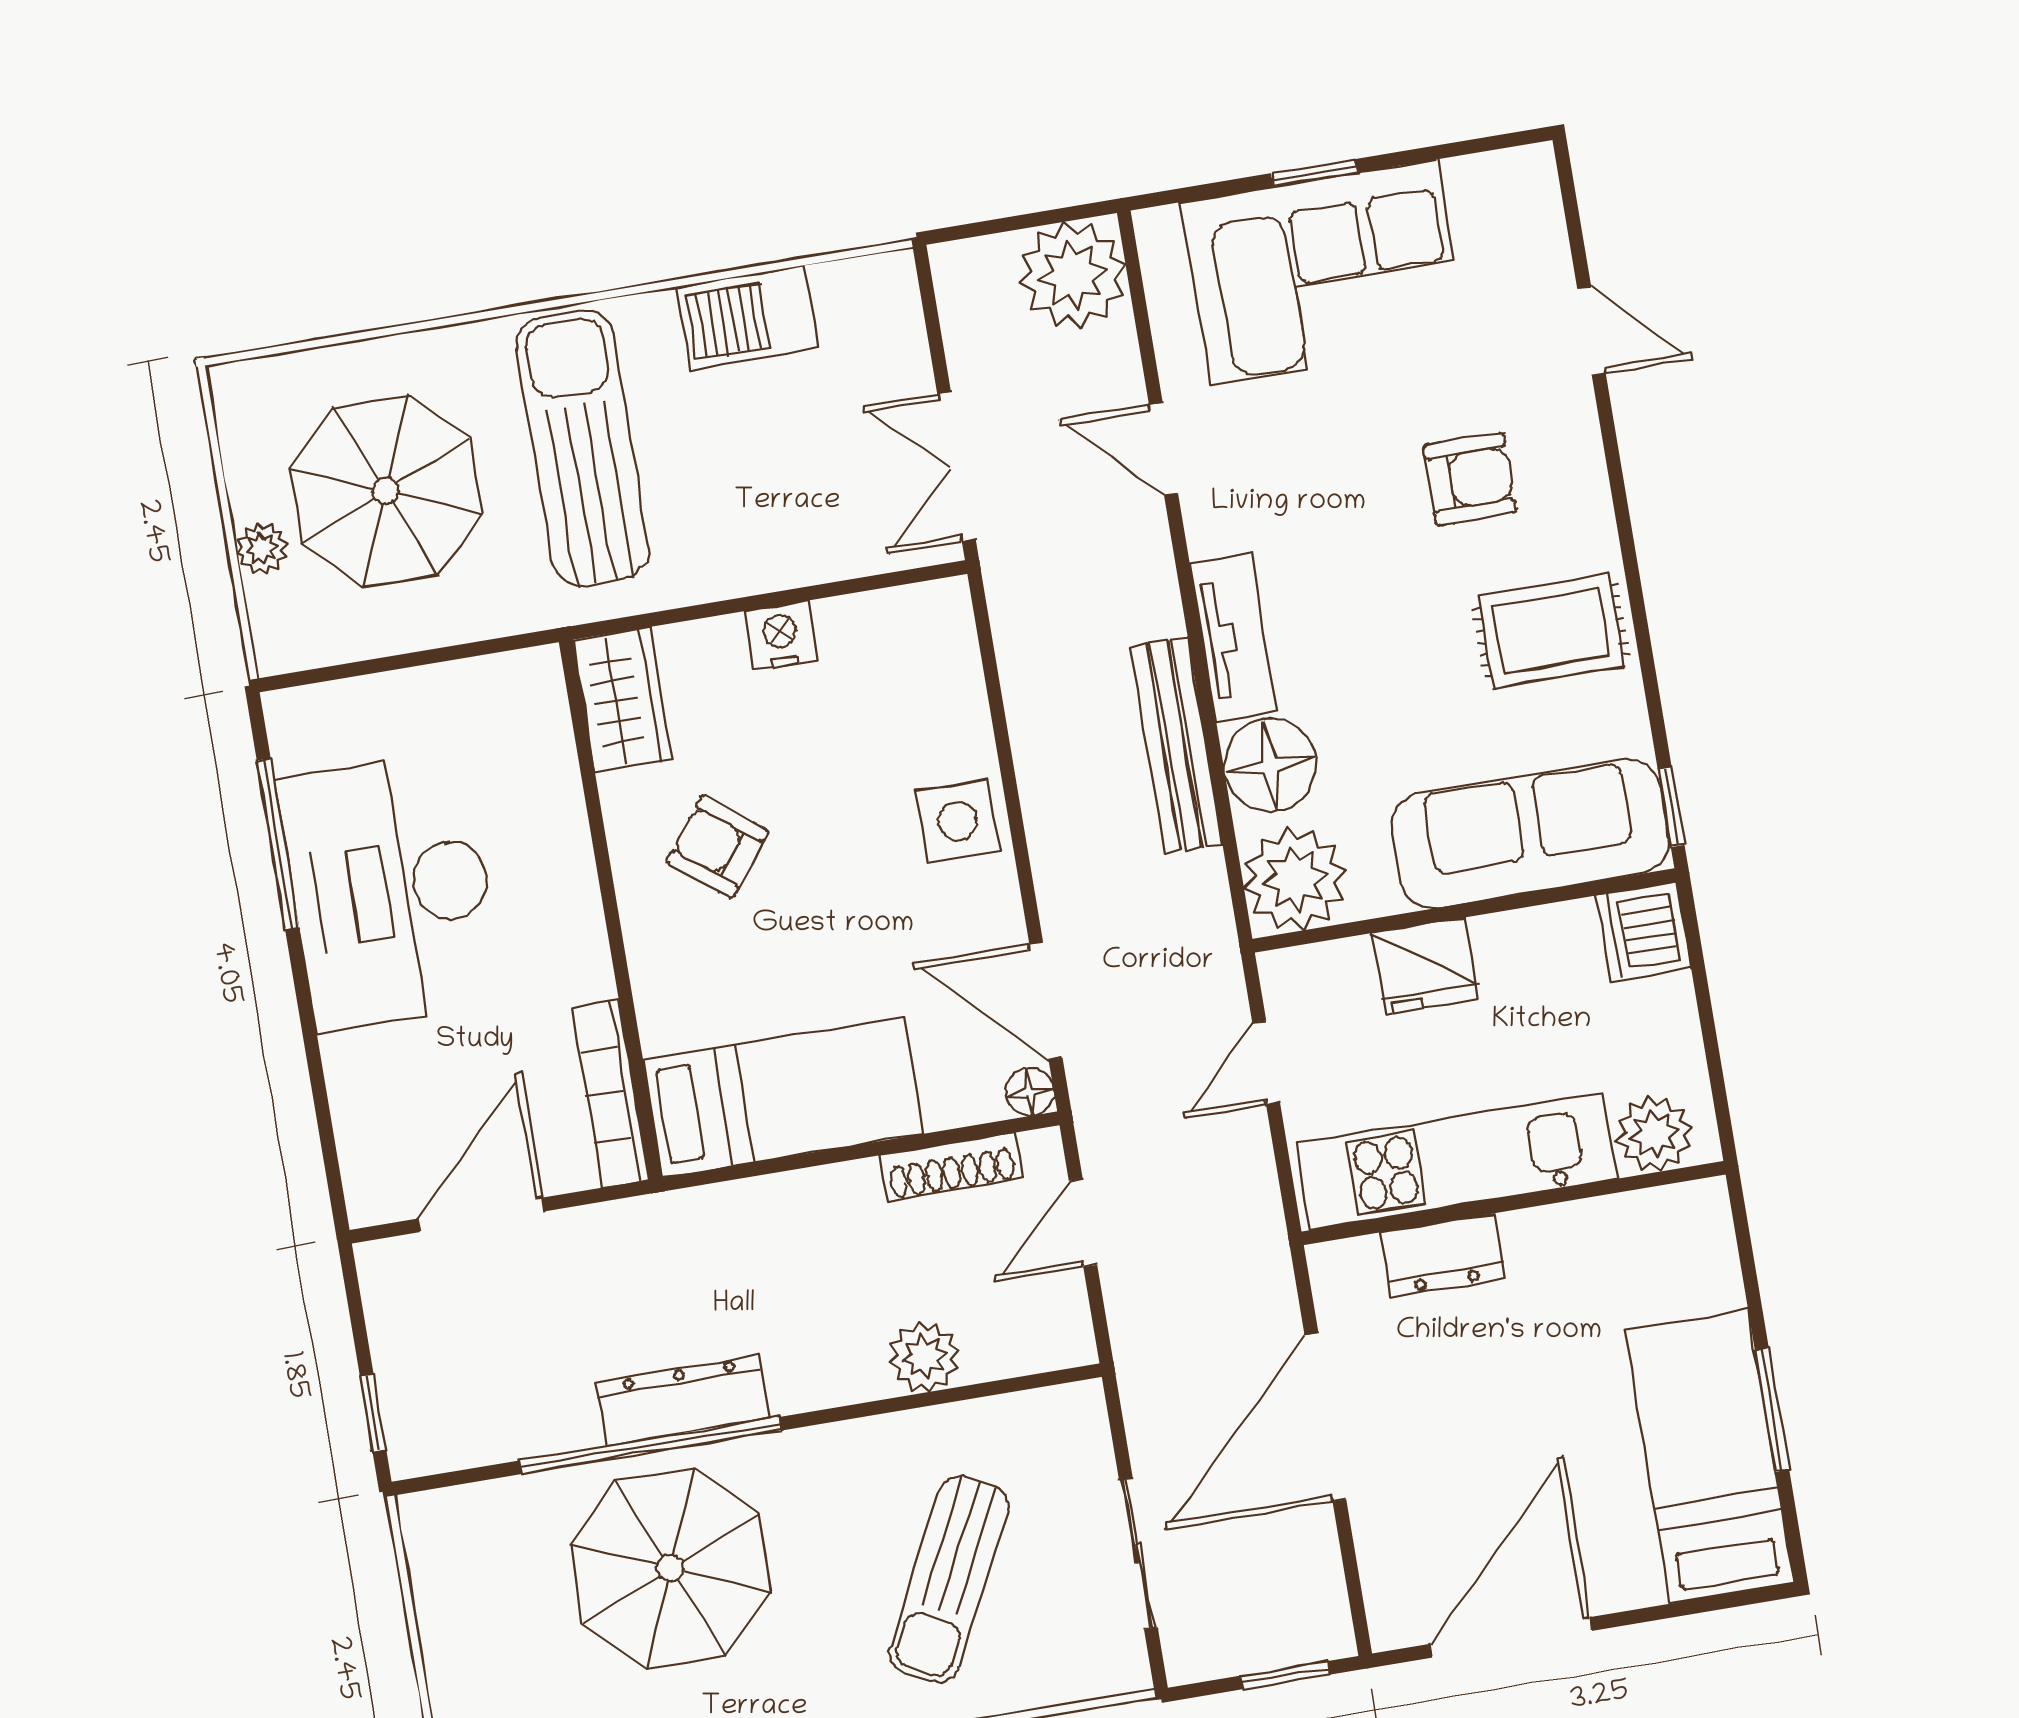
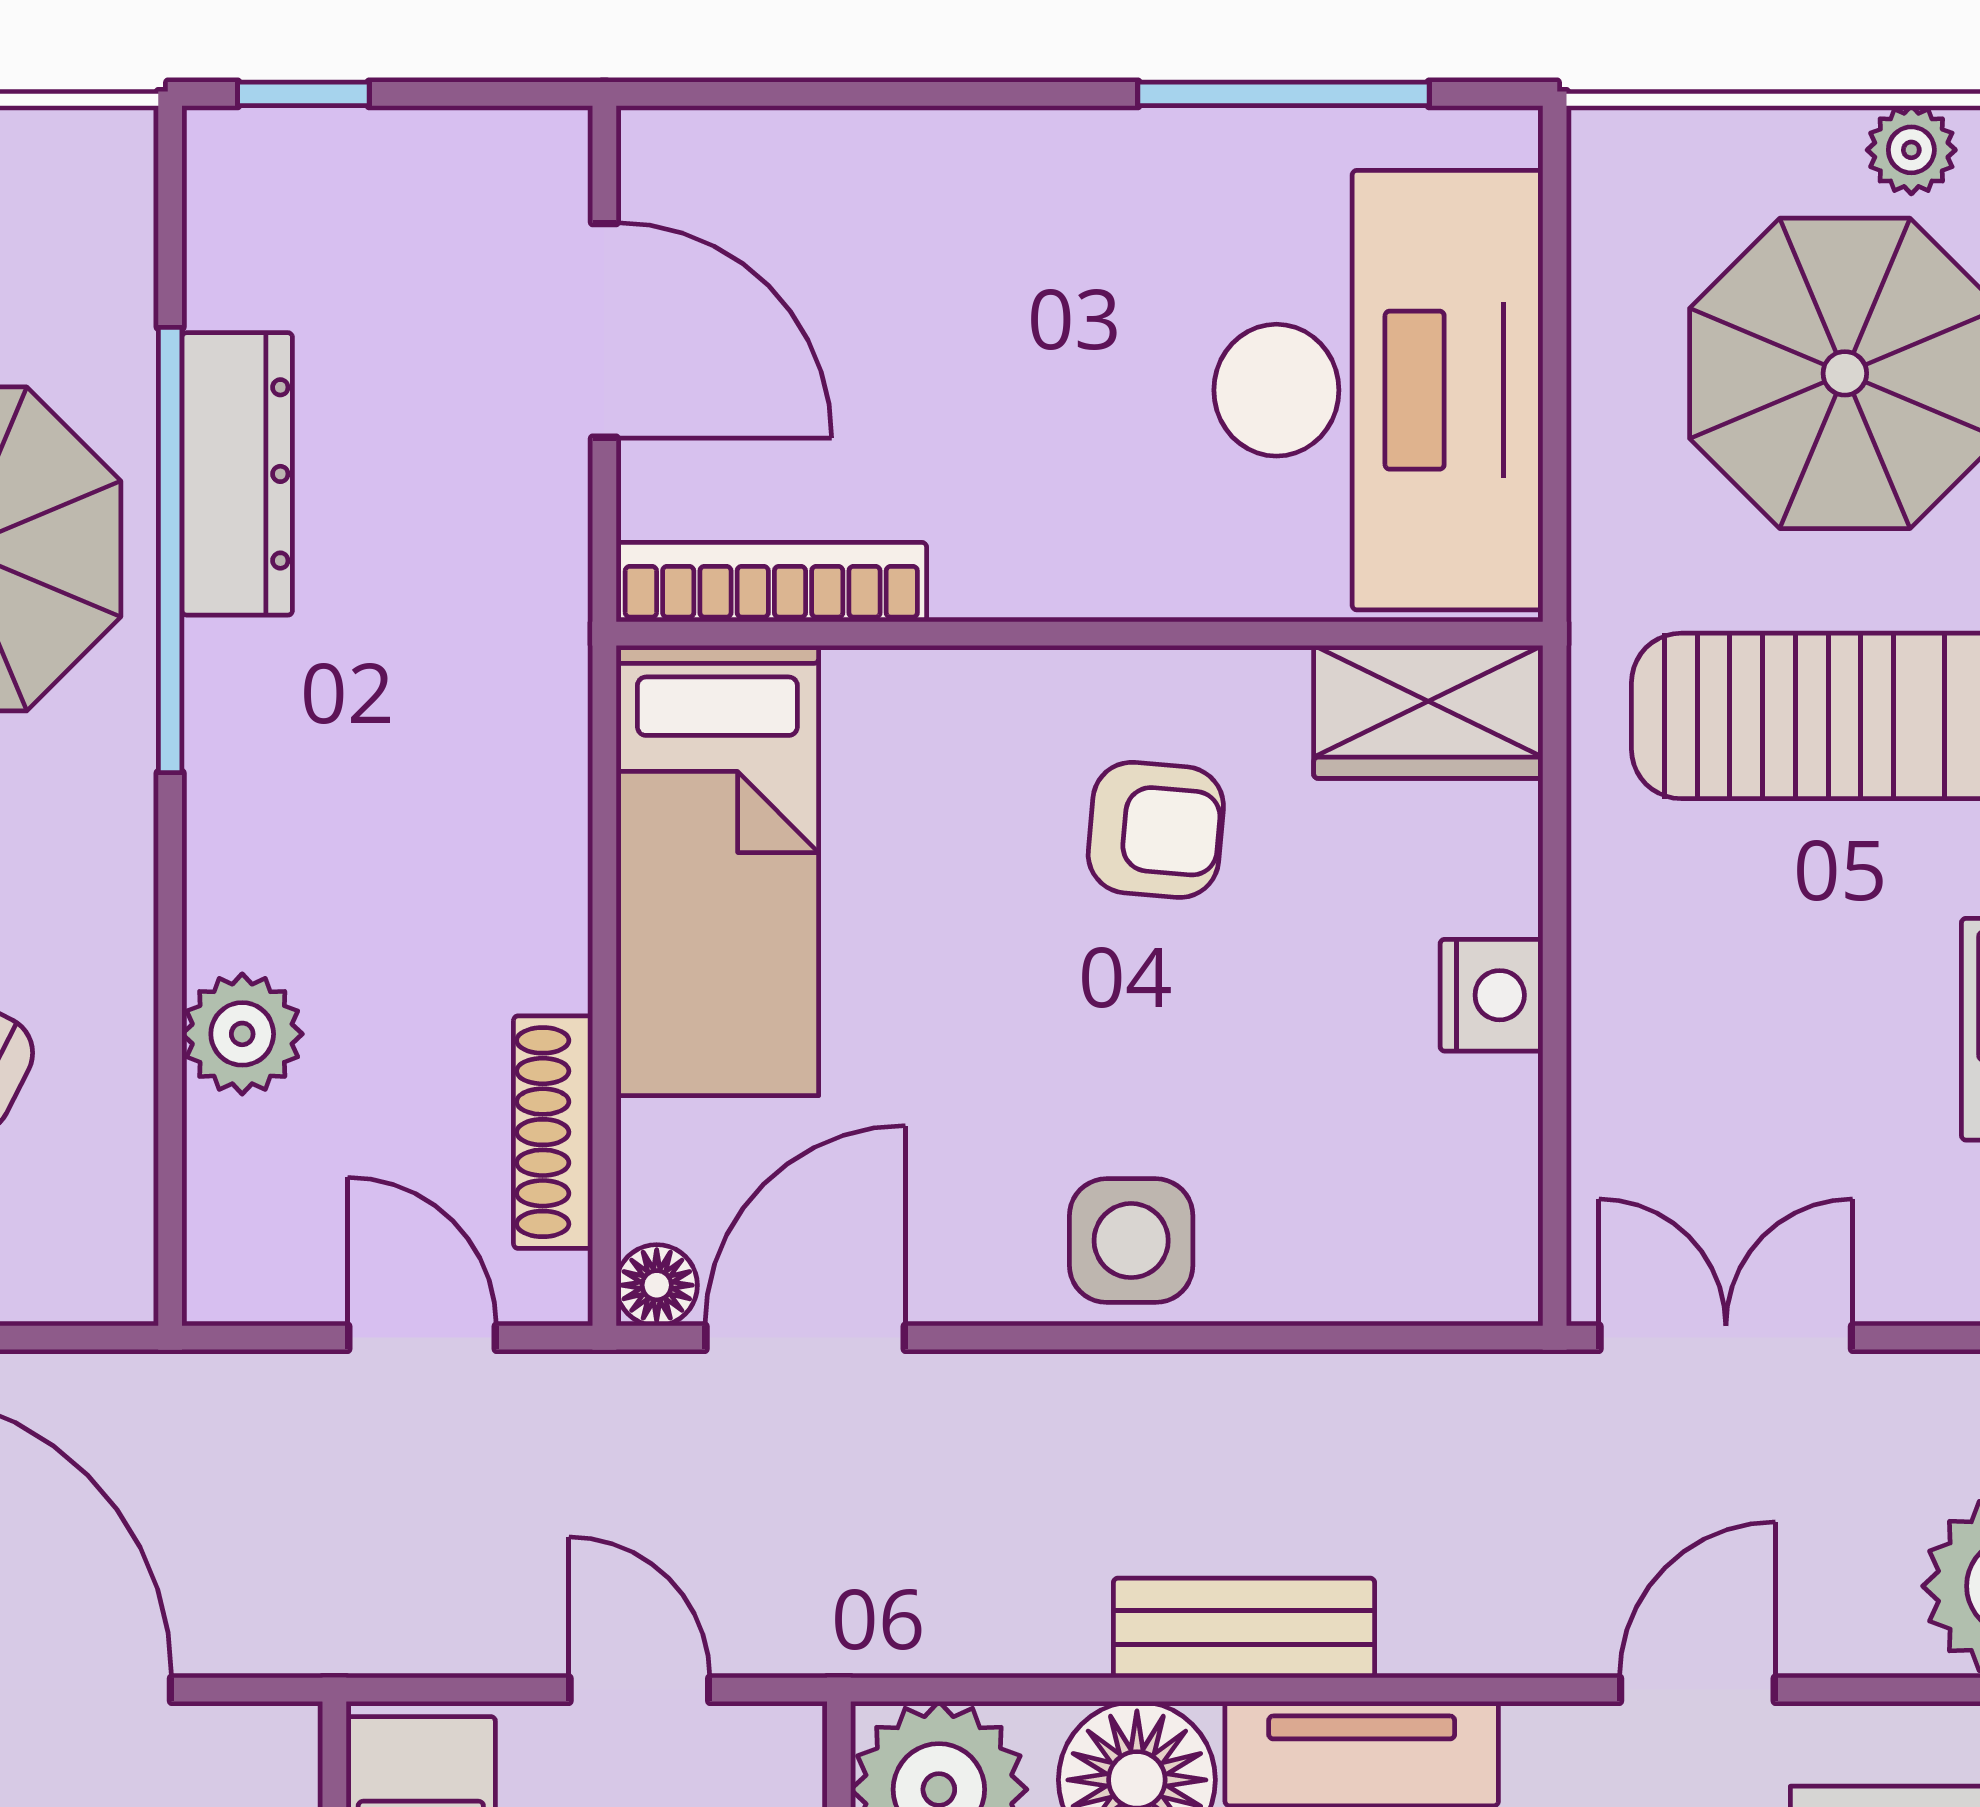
plant: (262, 549) -> (1911, 150), moved
bench: (1176, 745) -> (1244, 1628), width x0.73
armchair: (717, 847) -> (1156, 830), turned 57
desk: (391, 891) -> (1378, 390), moved, turned 90
dresser: (683, 1400) -> (237, 474), moved

